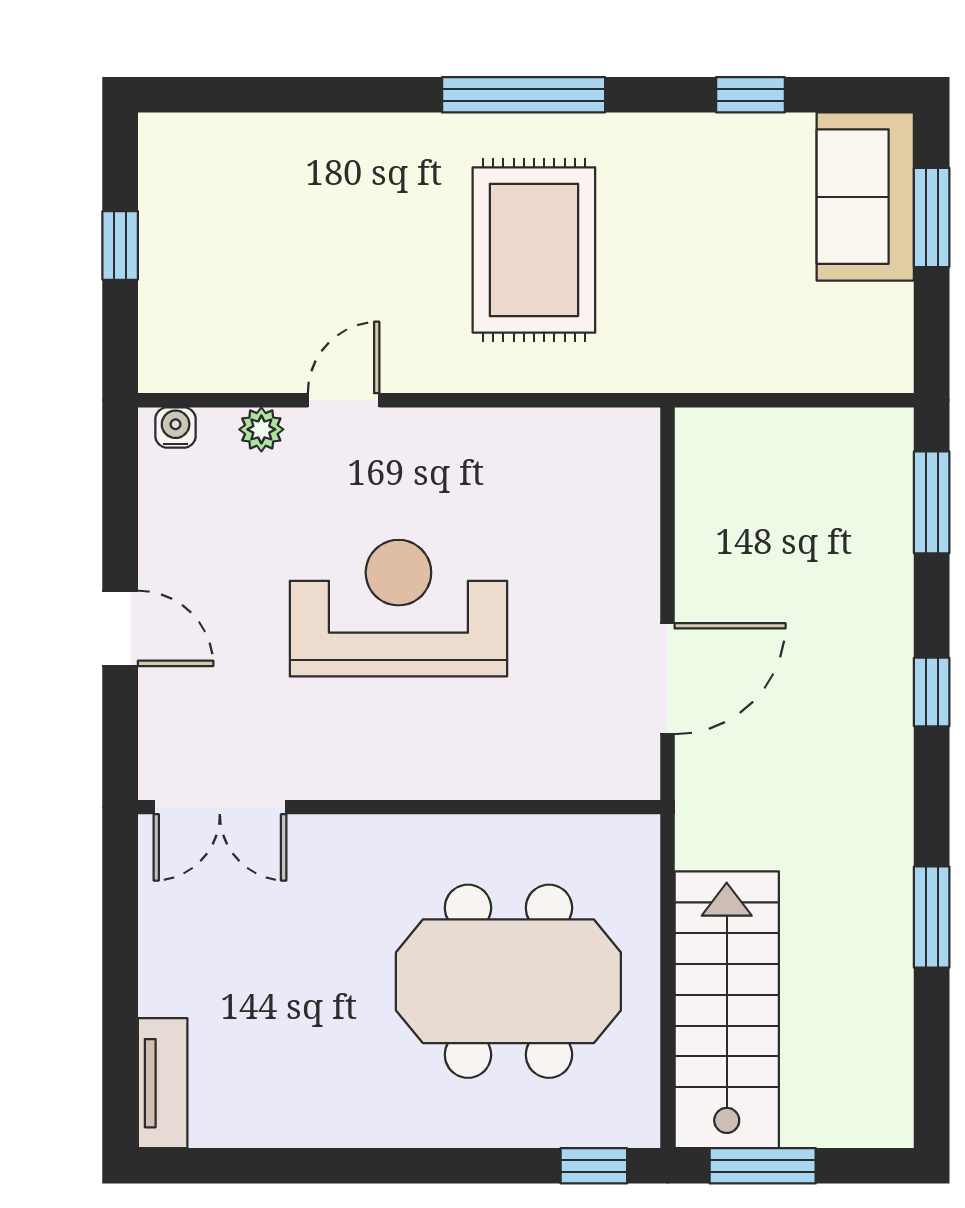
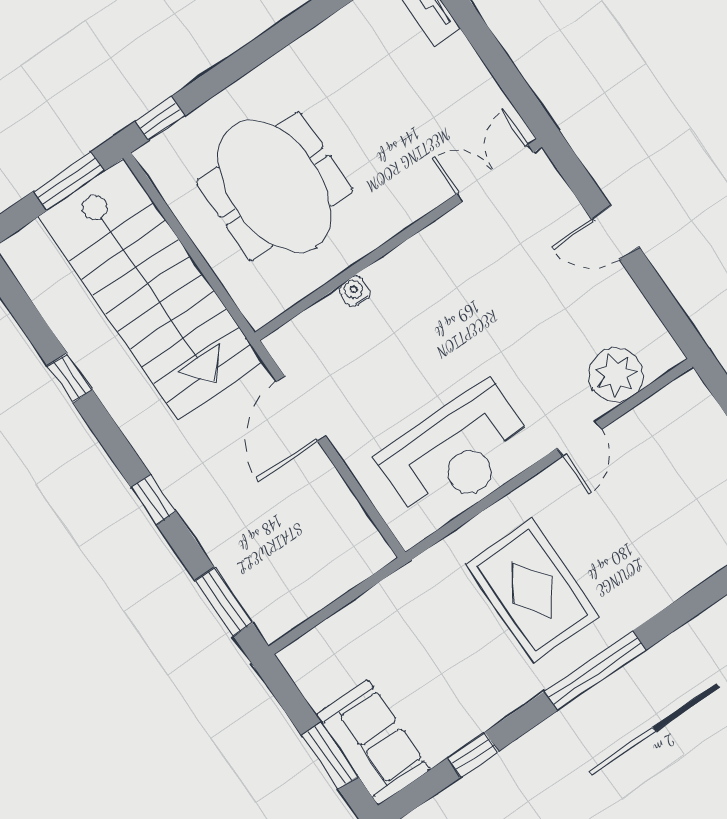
water cooler: (176, 427) -> (355, 291), moved, turned 180
plant: (261, 429) -> (616, 375), width x1.88, depth x1.88
reception desk: (398, 608) -> (456, 453), moved
window: (932, 917) -> (70, 378), width x0.67
meeting table: (508, 981) -> (275, 186), turned 90
stairs: (727, 1010) -> (151, 289), width x1.36, depth x1.51

